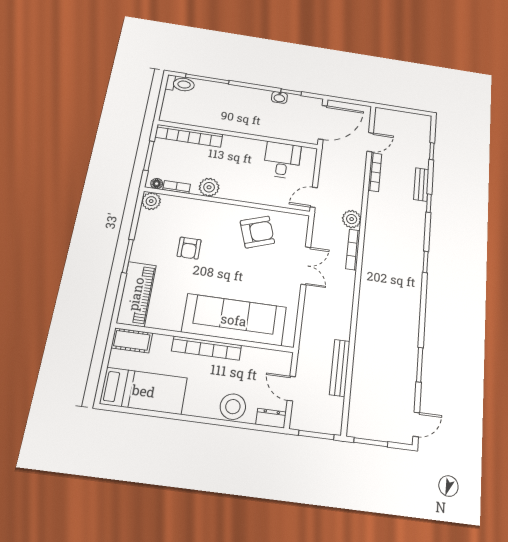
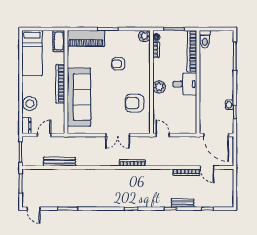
toilet: (180, 84) -> (205, 39), moved
desk: (282, 160) -> (185, 84), moved
plant: (209, 187) -> (159, 87), moved
plant: (352, 219) -> (152, 160), removed
armchair: (257, 232) -> (135, 103), turned 109

